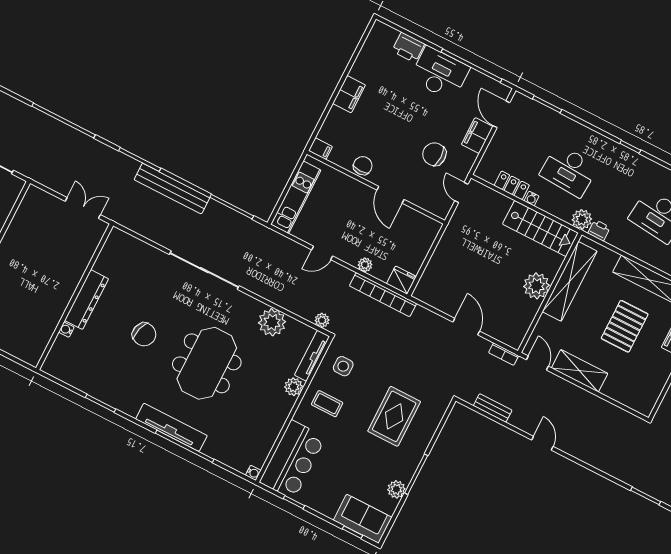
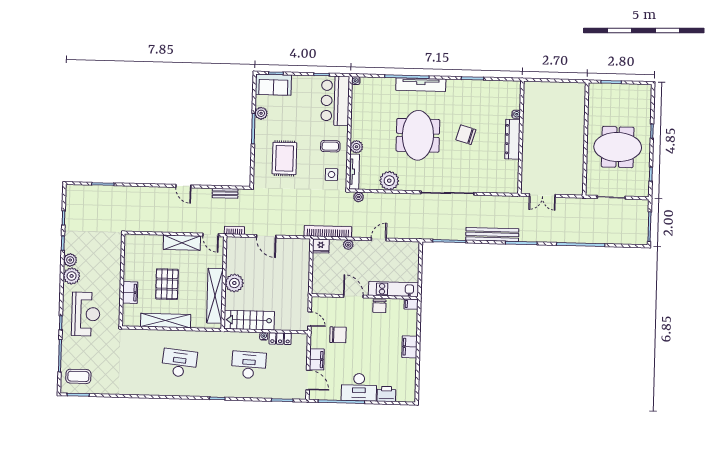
kitchen unit: (296, 197) -> (393, 289), moved, turned 90
plant: (582, 219) -> (226, 338), removed
printer: (599, 230) -> (212, 337), removed

